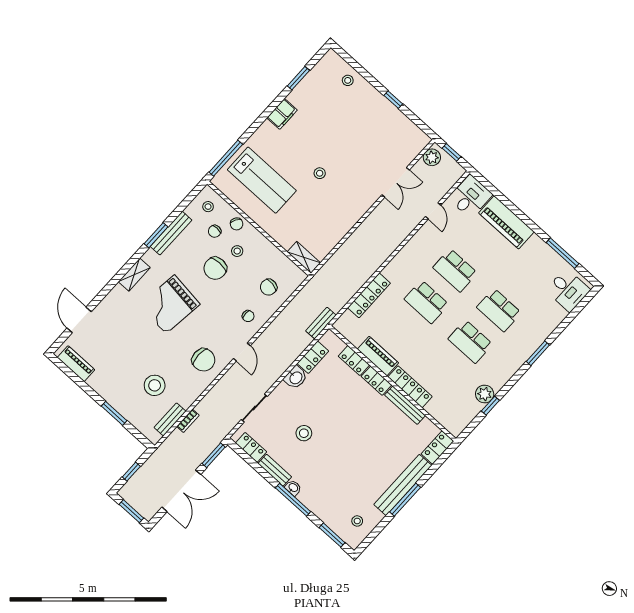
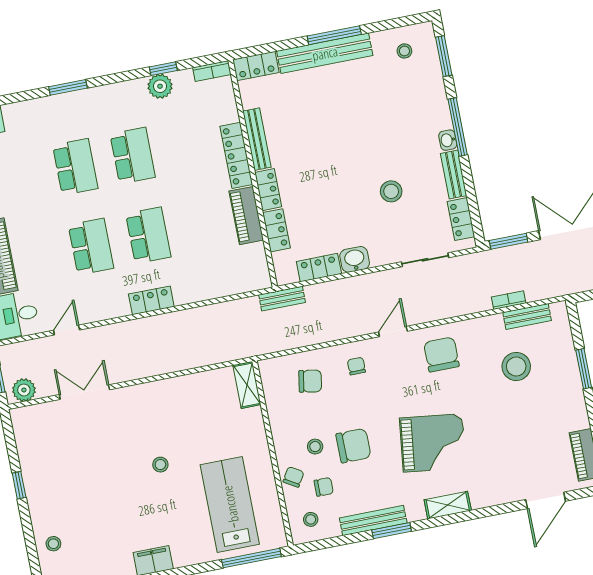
locker: (369, 295) -> (151, 300), moved, width x0.66
bookcase: (461, 425) -> (212, 71), added

